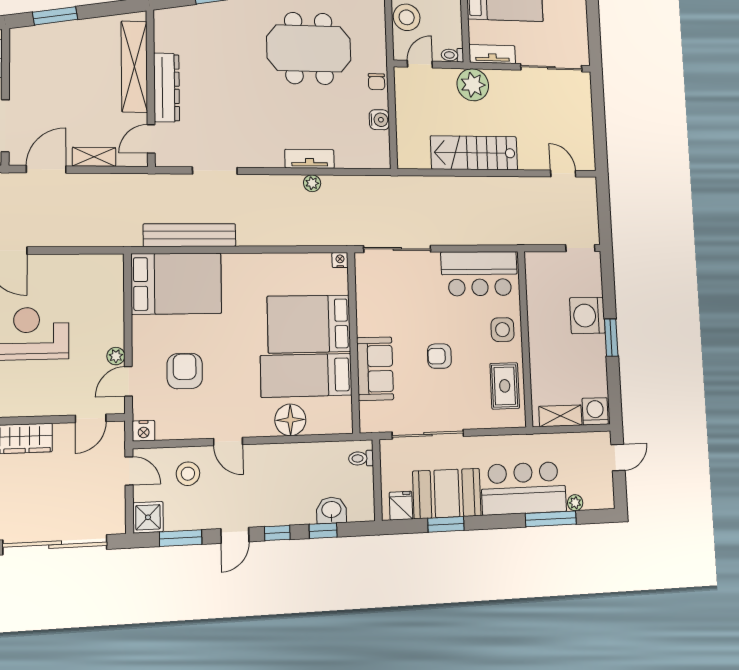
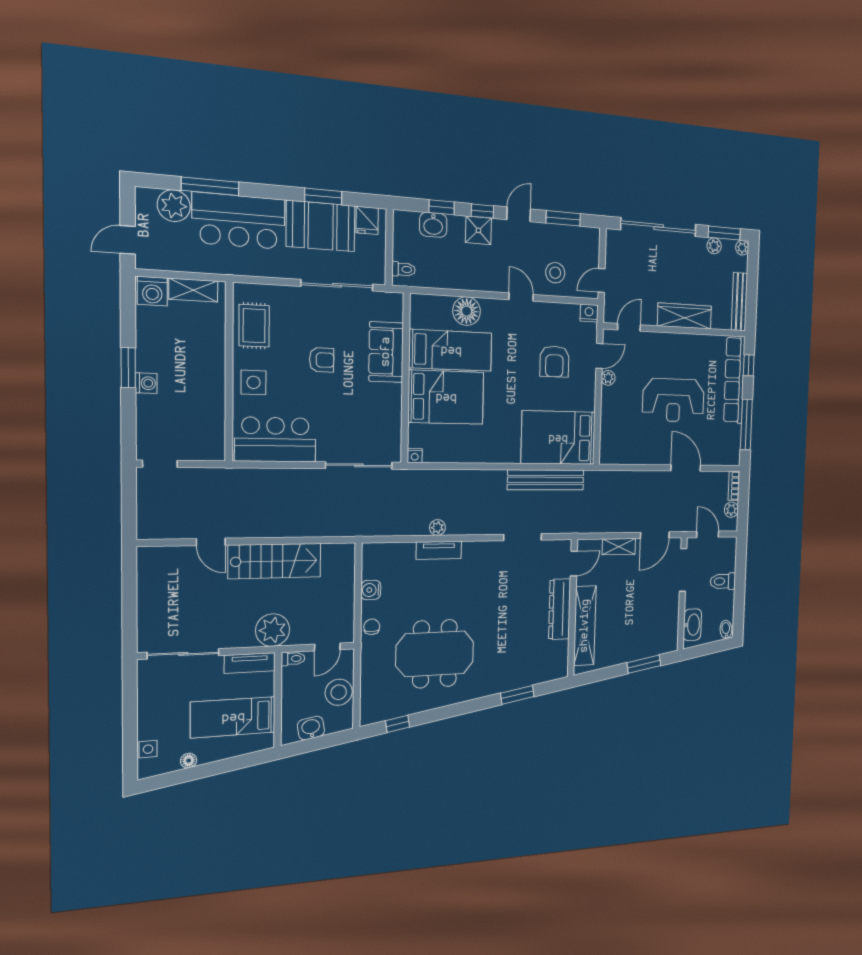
door: (563, 174) -> (211, 542), moved
washing machine: (587, 315) -> (146, 383), width x0.53, depth x0.53
door: (129, 471) -> (602, 280), hinge flipped
plant: (575, 503) -> (174, 206), width x1.88, depth x1.88
shower: (148, 517) -> (478, 230), moved

